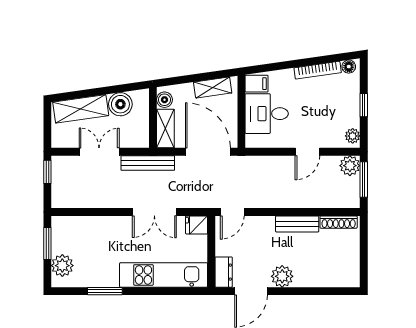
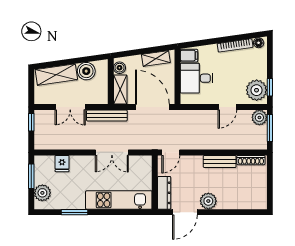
window: (364, 105) -> (270, 87), moved
plant: (353, 136) -> (257, 90), width x1.88, depth x1.88
double door: (99, 152) -> (70, 107), swing flipped
fridge: (197, 225) -> (62, 164), moved, turned -90
dresser: (224, 272) -> (164, 193), width x1.44

